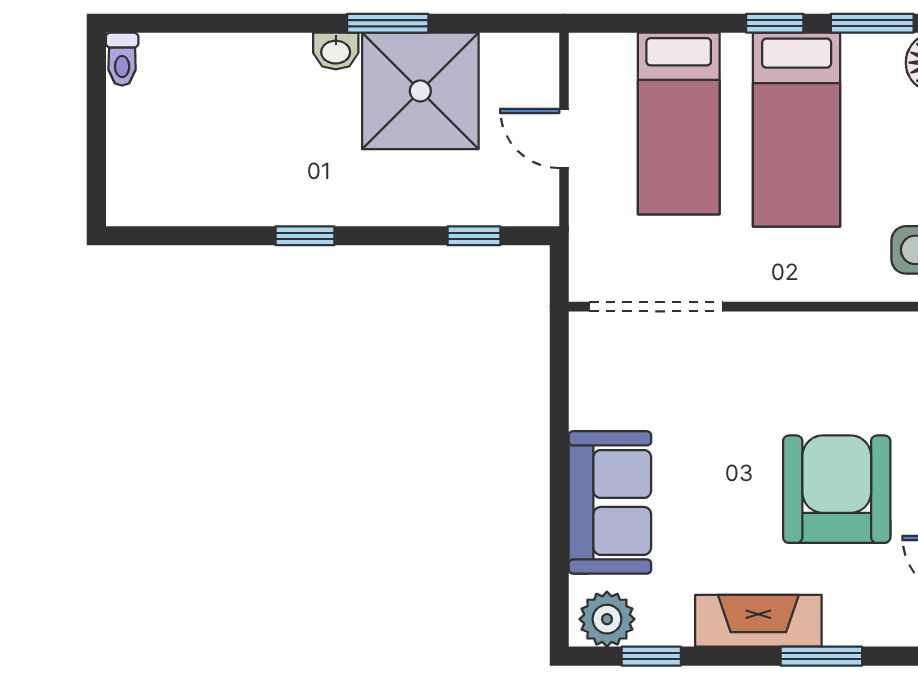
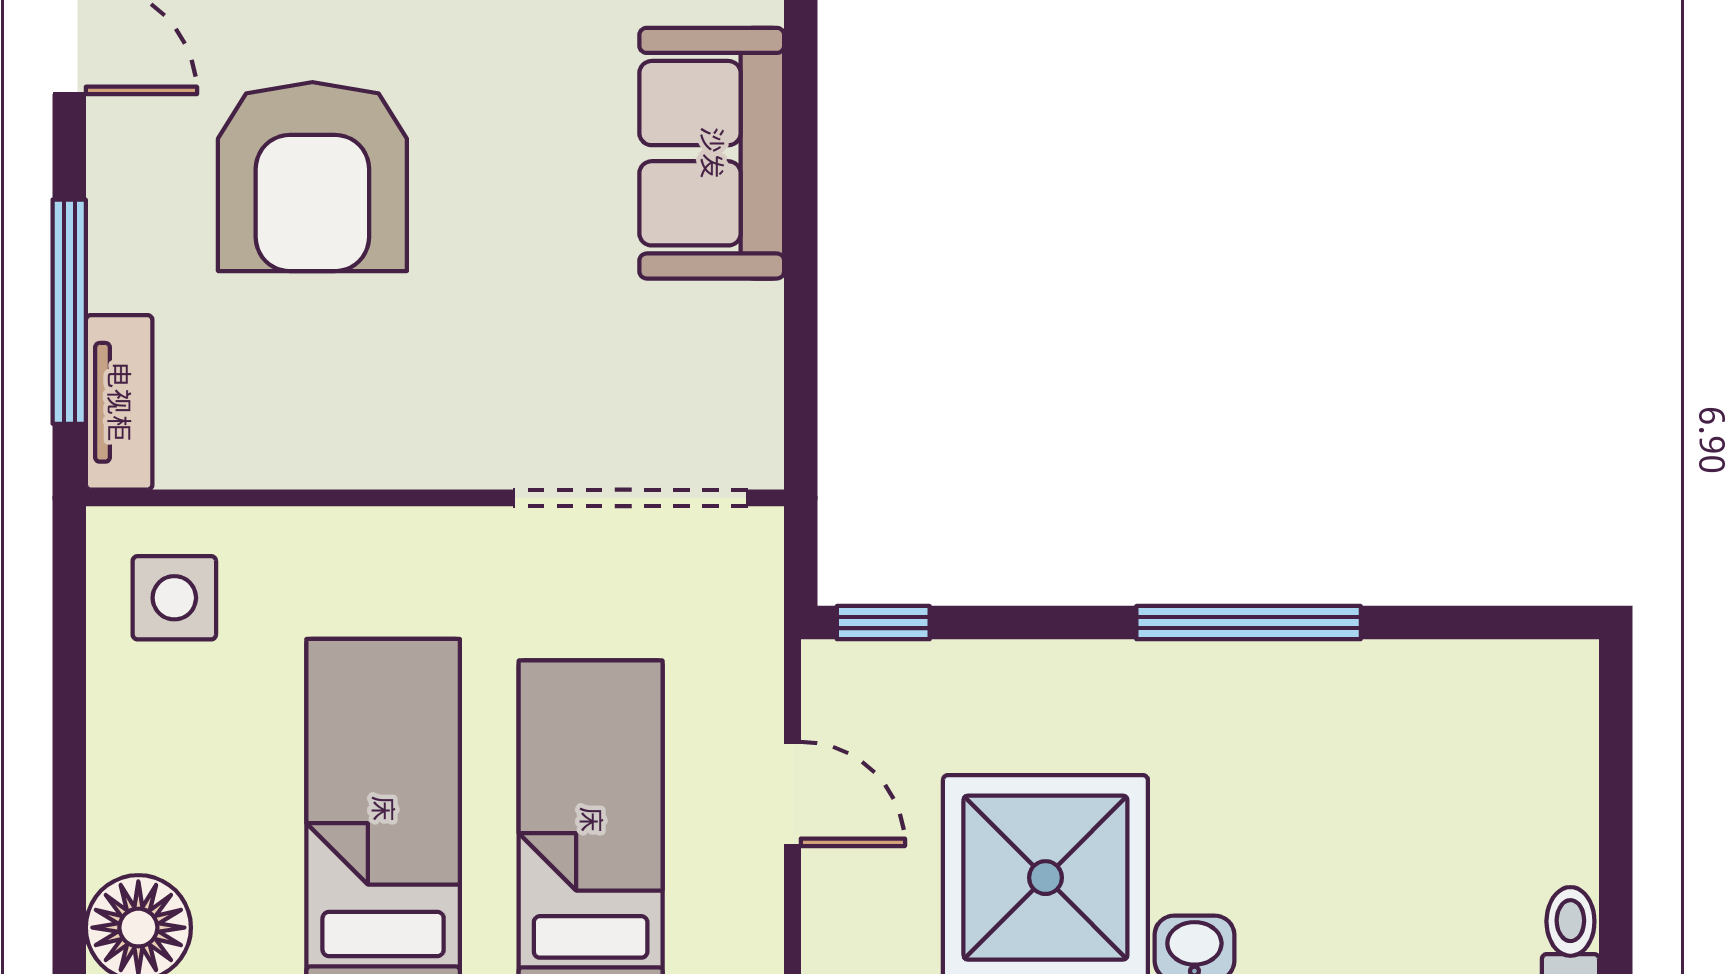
window: (305, 236) -> (1249, 623), width x2.17
window: (474, 236) -> (883, 623), moved

